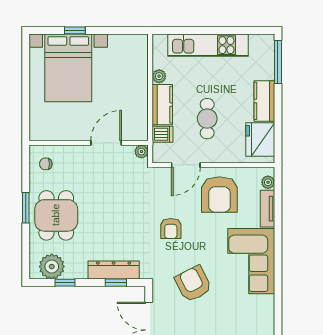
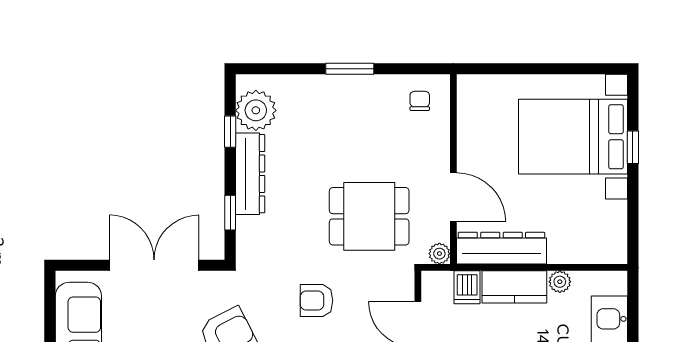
dresser: (138, 113) -> (501, 248), added
dining table: (56, 215) -> (369, 216), moved
dresser: (114, 270) -> (250, 174), moved

